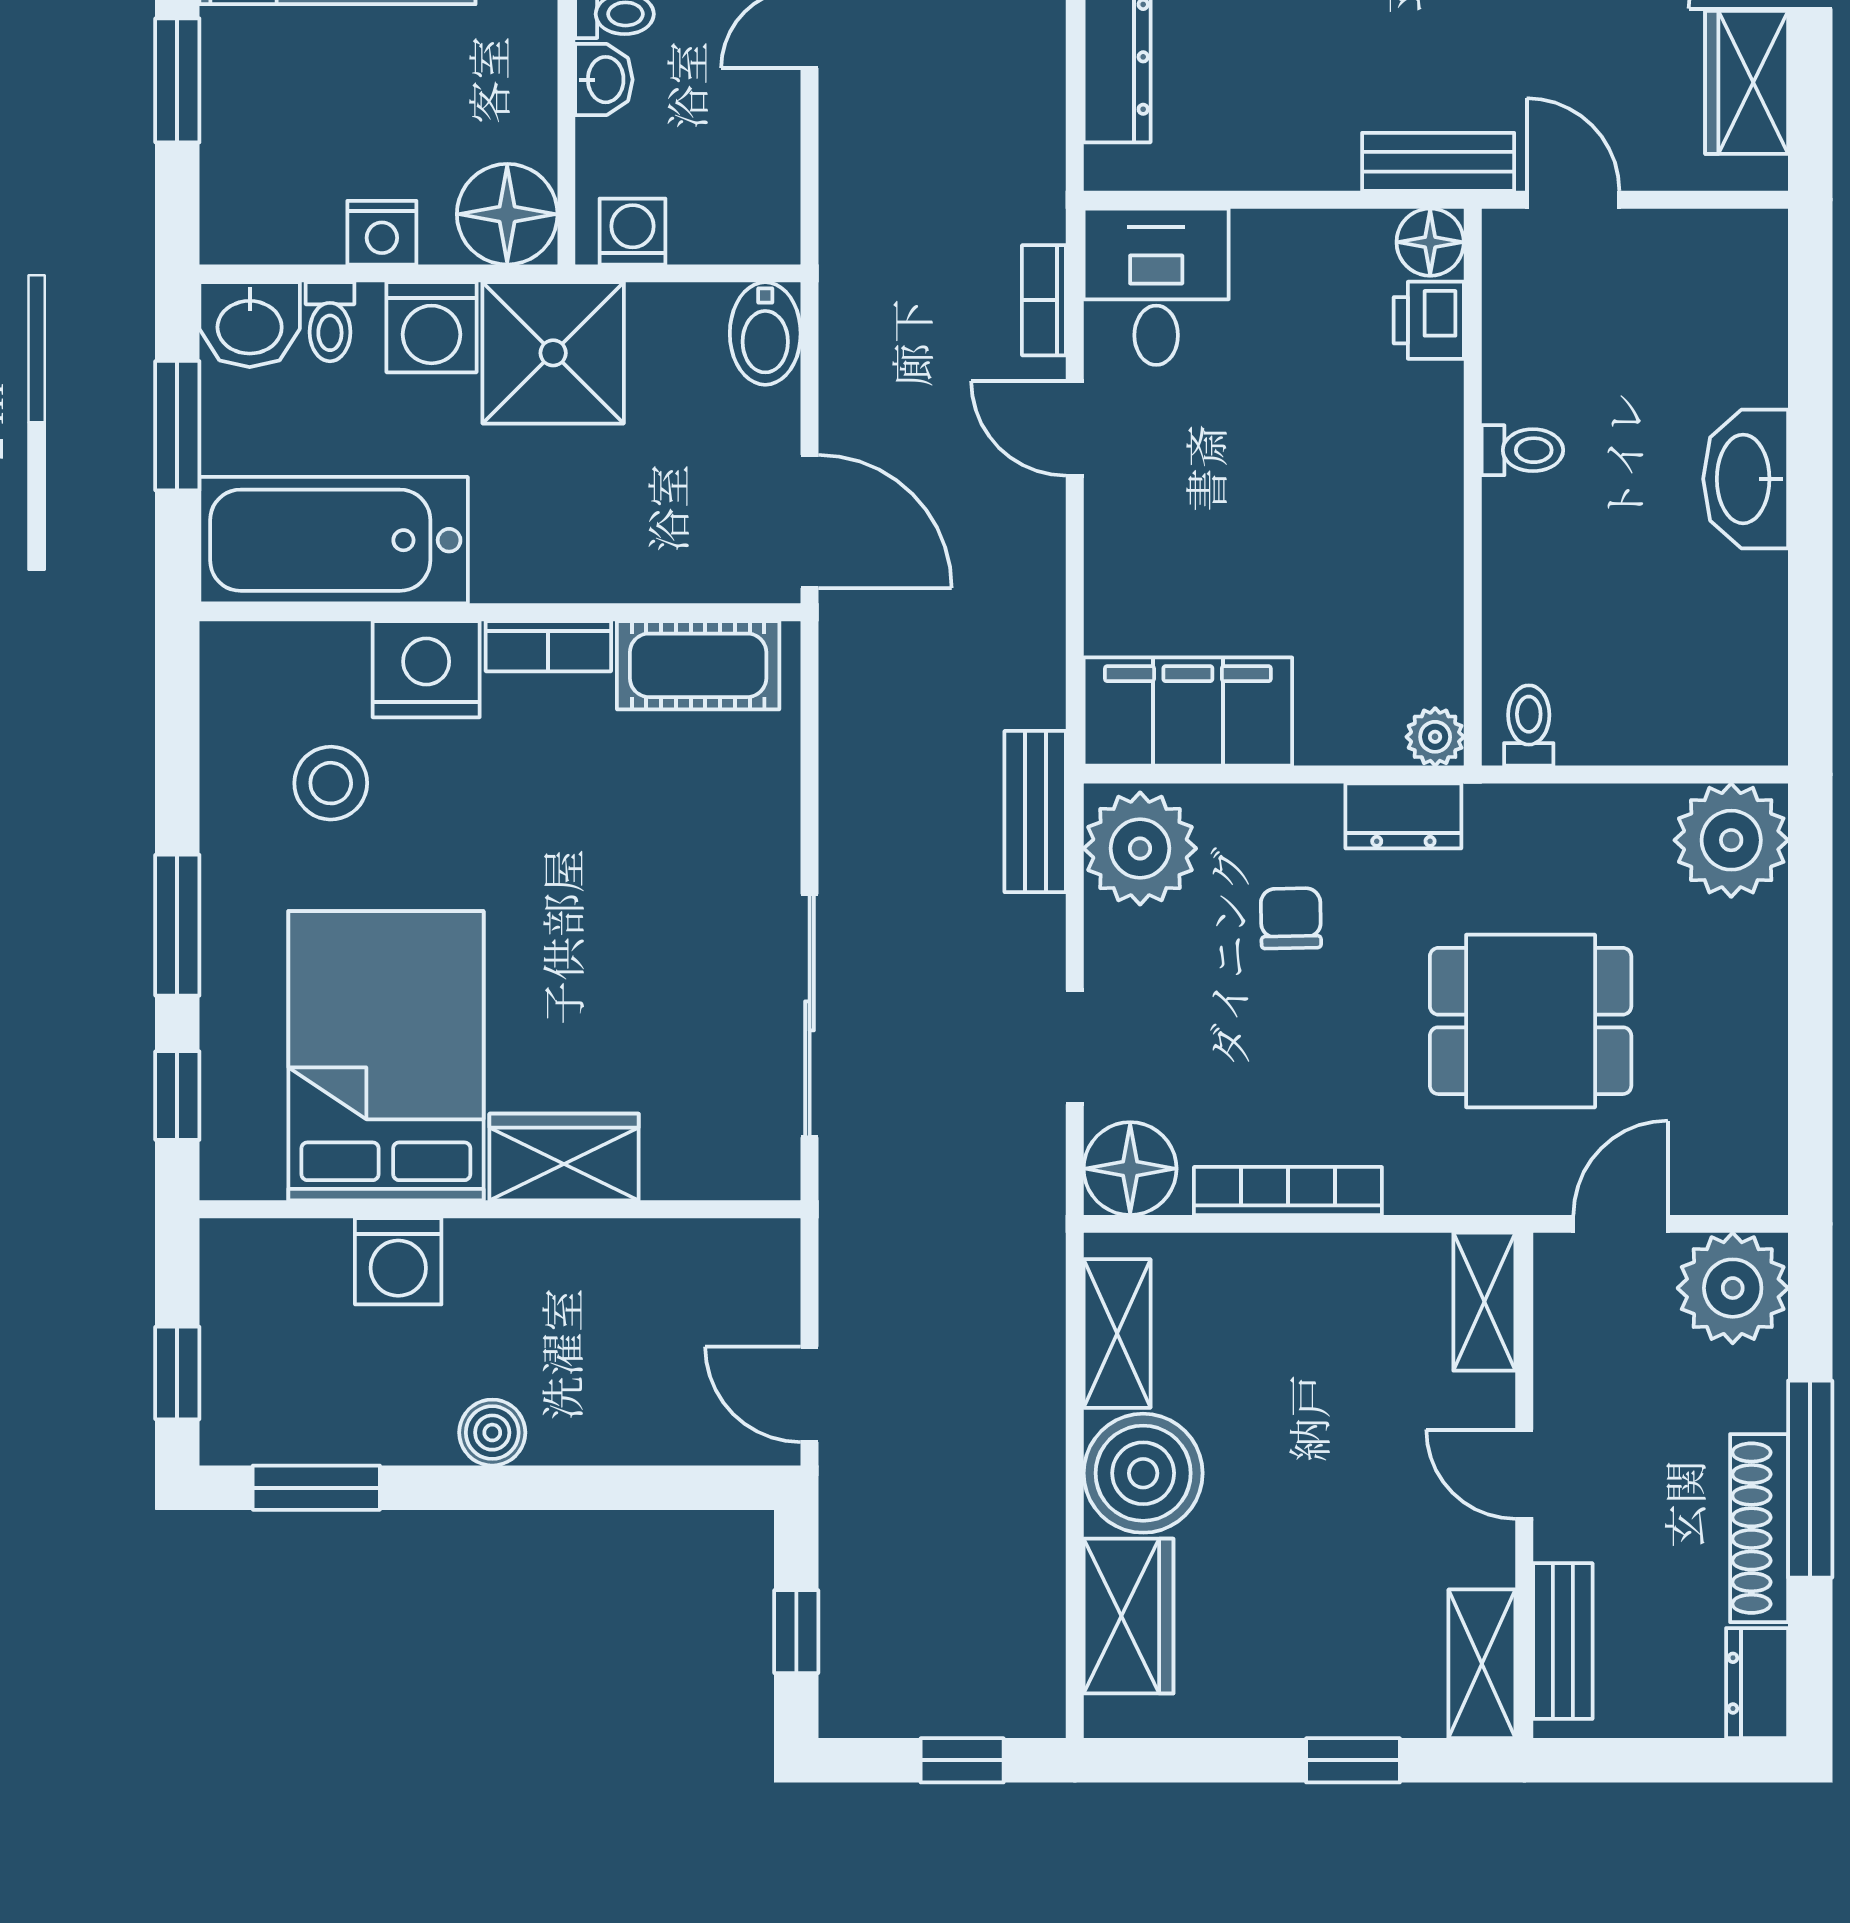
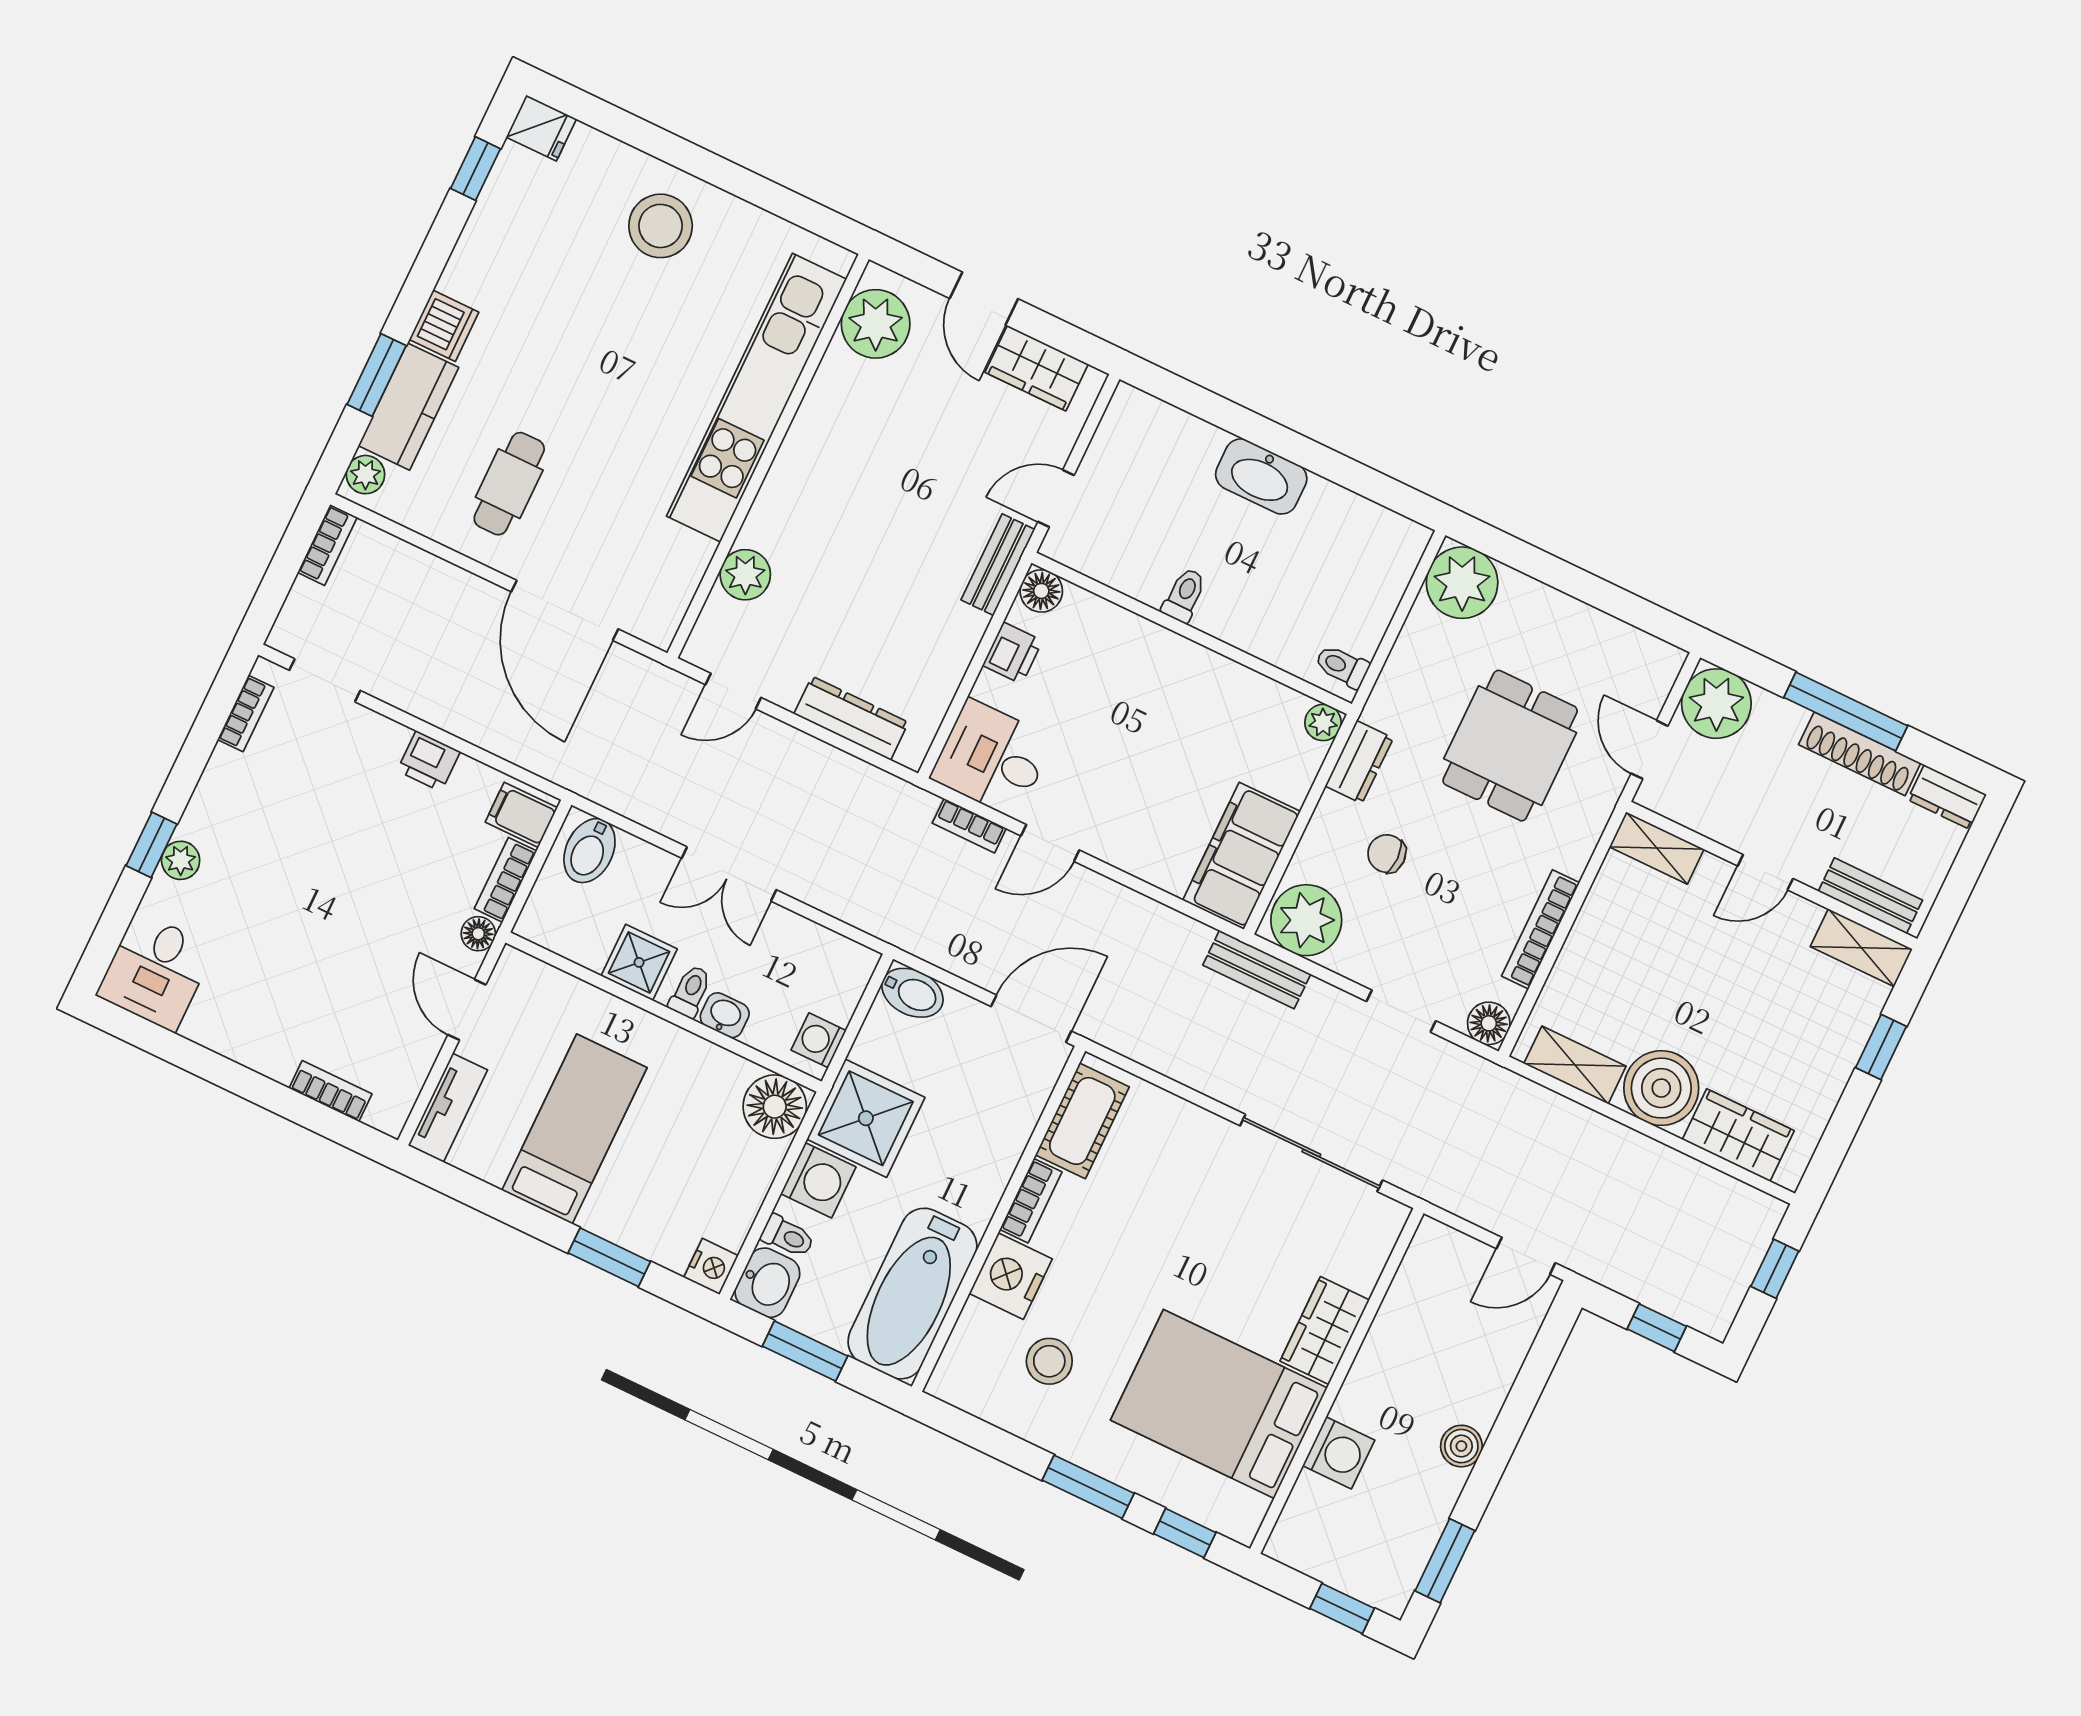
nightstand: (382, 233) -> (711, 1267), moved
printer: (1429, 320) -> (1013, 653), moved, turned -90
floor lamp: (1130, 1169) -> (1489, 1023), width x0.73, depth x0.73

